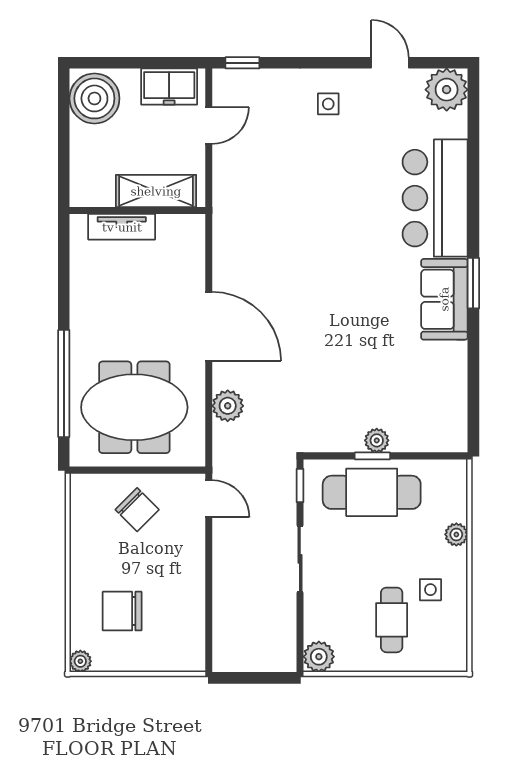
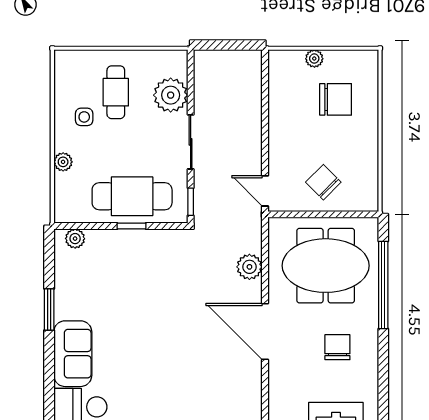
window: (473, 283) -> (49, 310), moved
chair: (120, 307) -> (337, 347), added
plant: (377, 440) -> (75, 239), moved
plant: (319, 657) -> (171, 95), moved, width x1.36, depth x1.36
plant: (80, 661) -> (314, 59), moved

